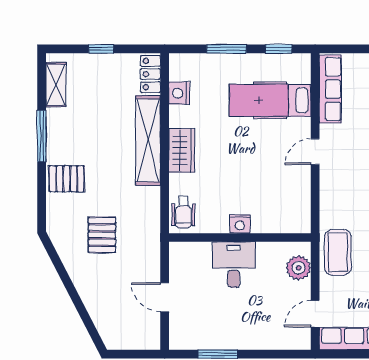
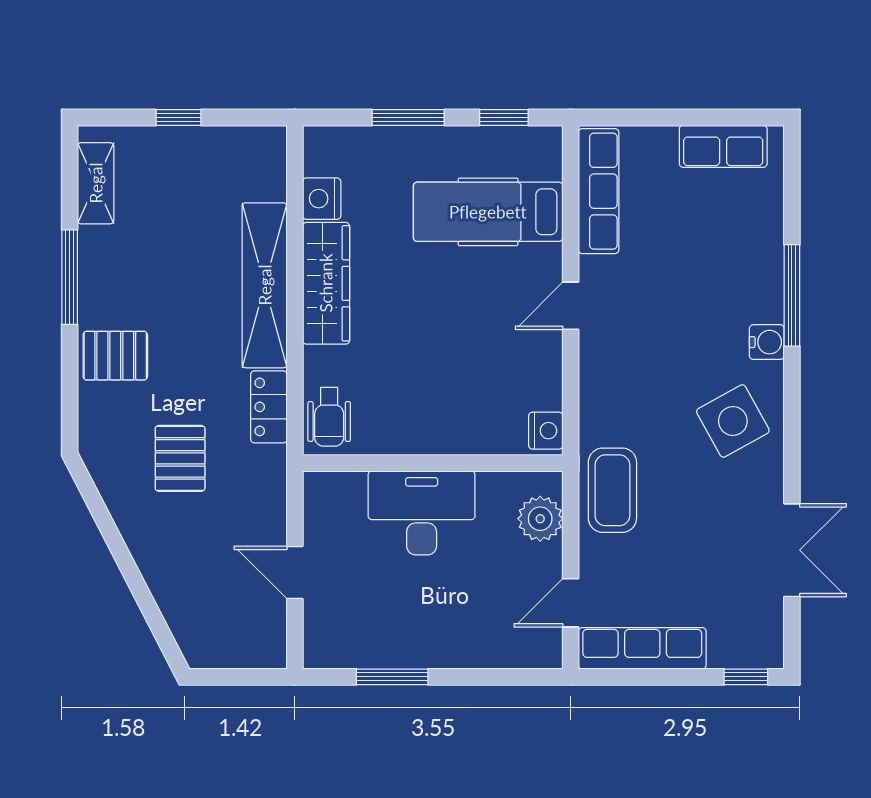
locker: (150, 74) -> (269, 407), moved
wardrobe: (182, 150) -> (326, 283), width x1.50
nightstand: (240, 224) -> (546, 431), moved, turned -90
desk: (234, 265) -> (422, 513), width x1.37

